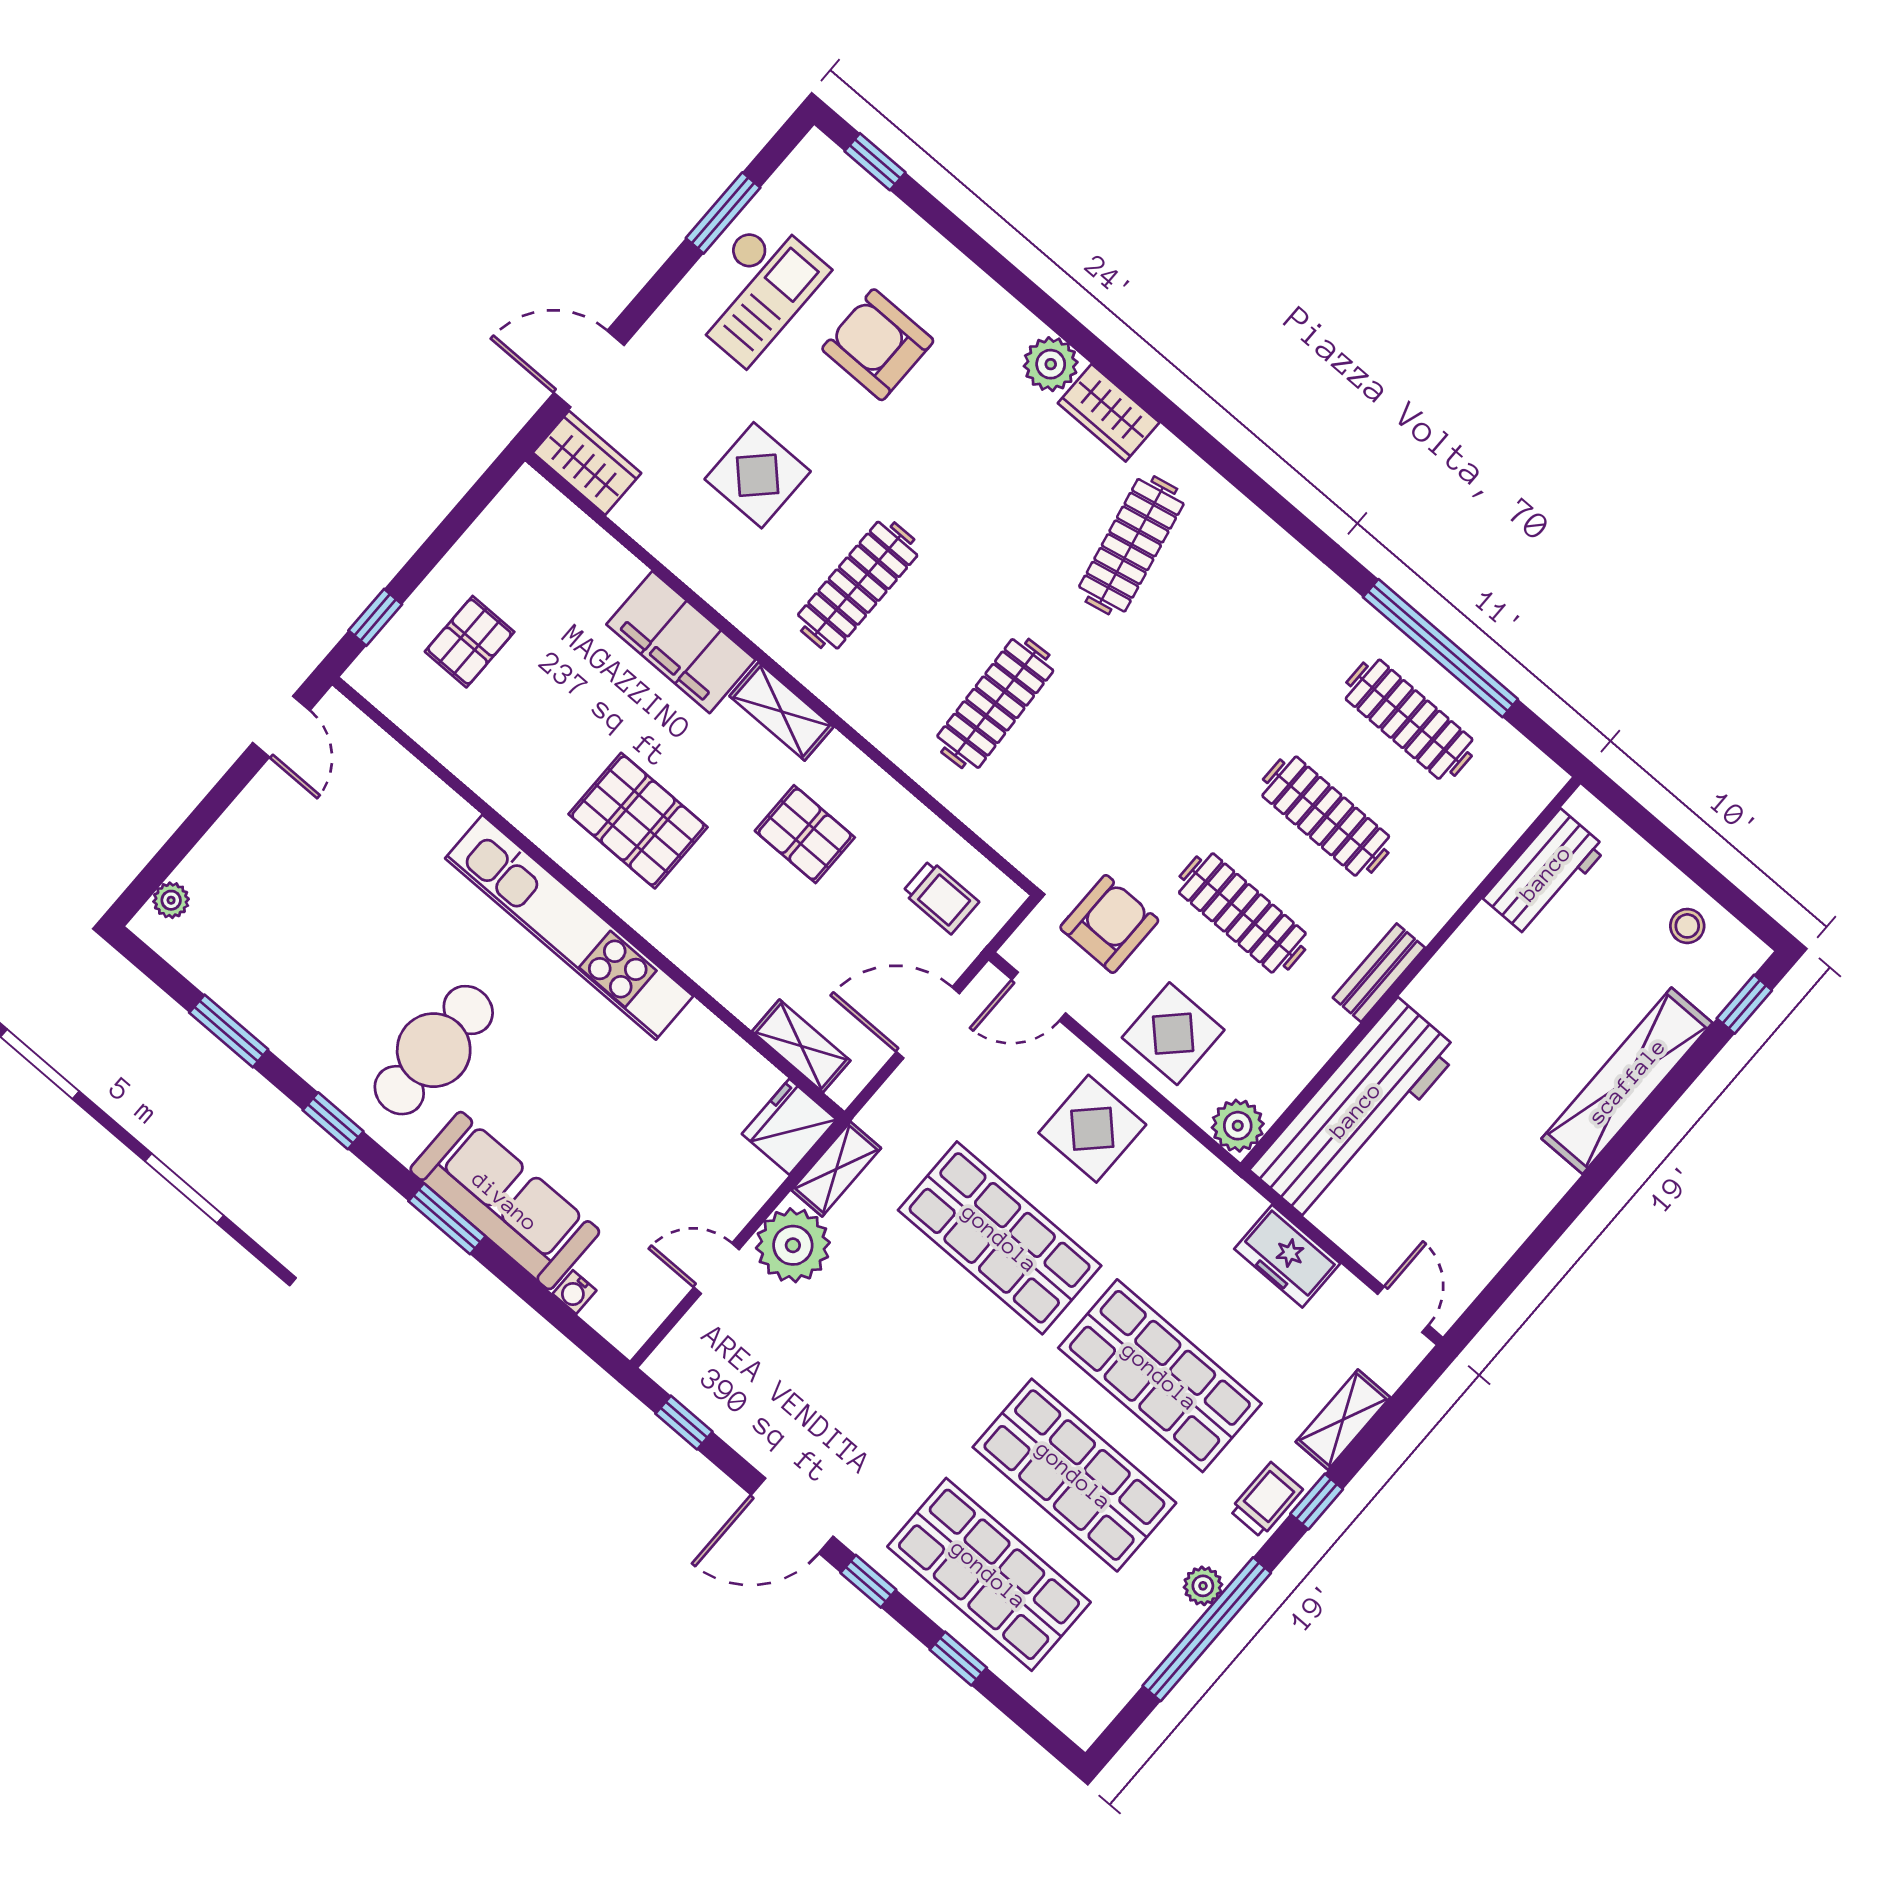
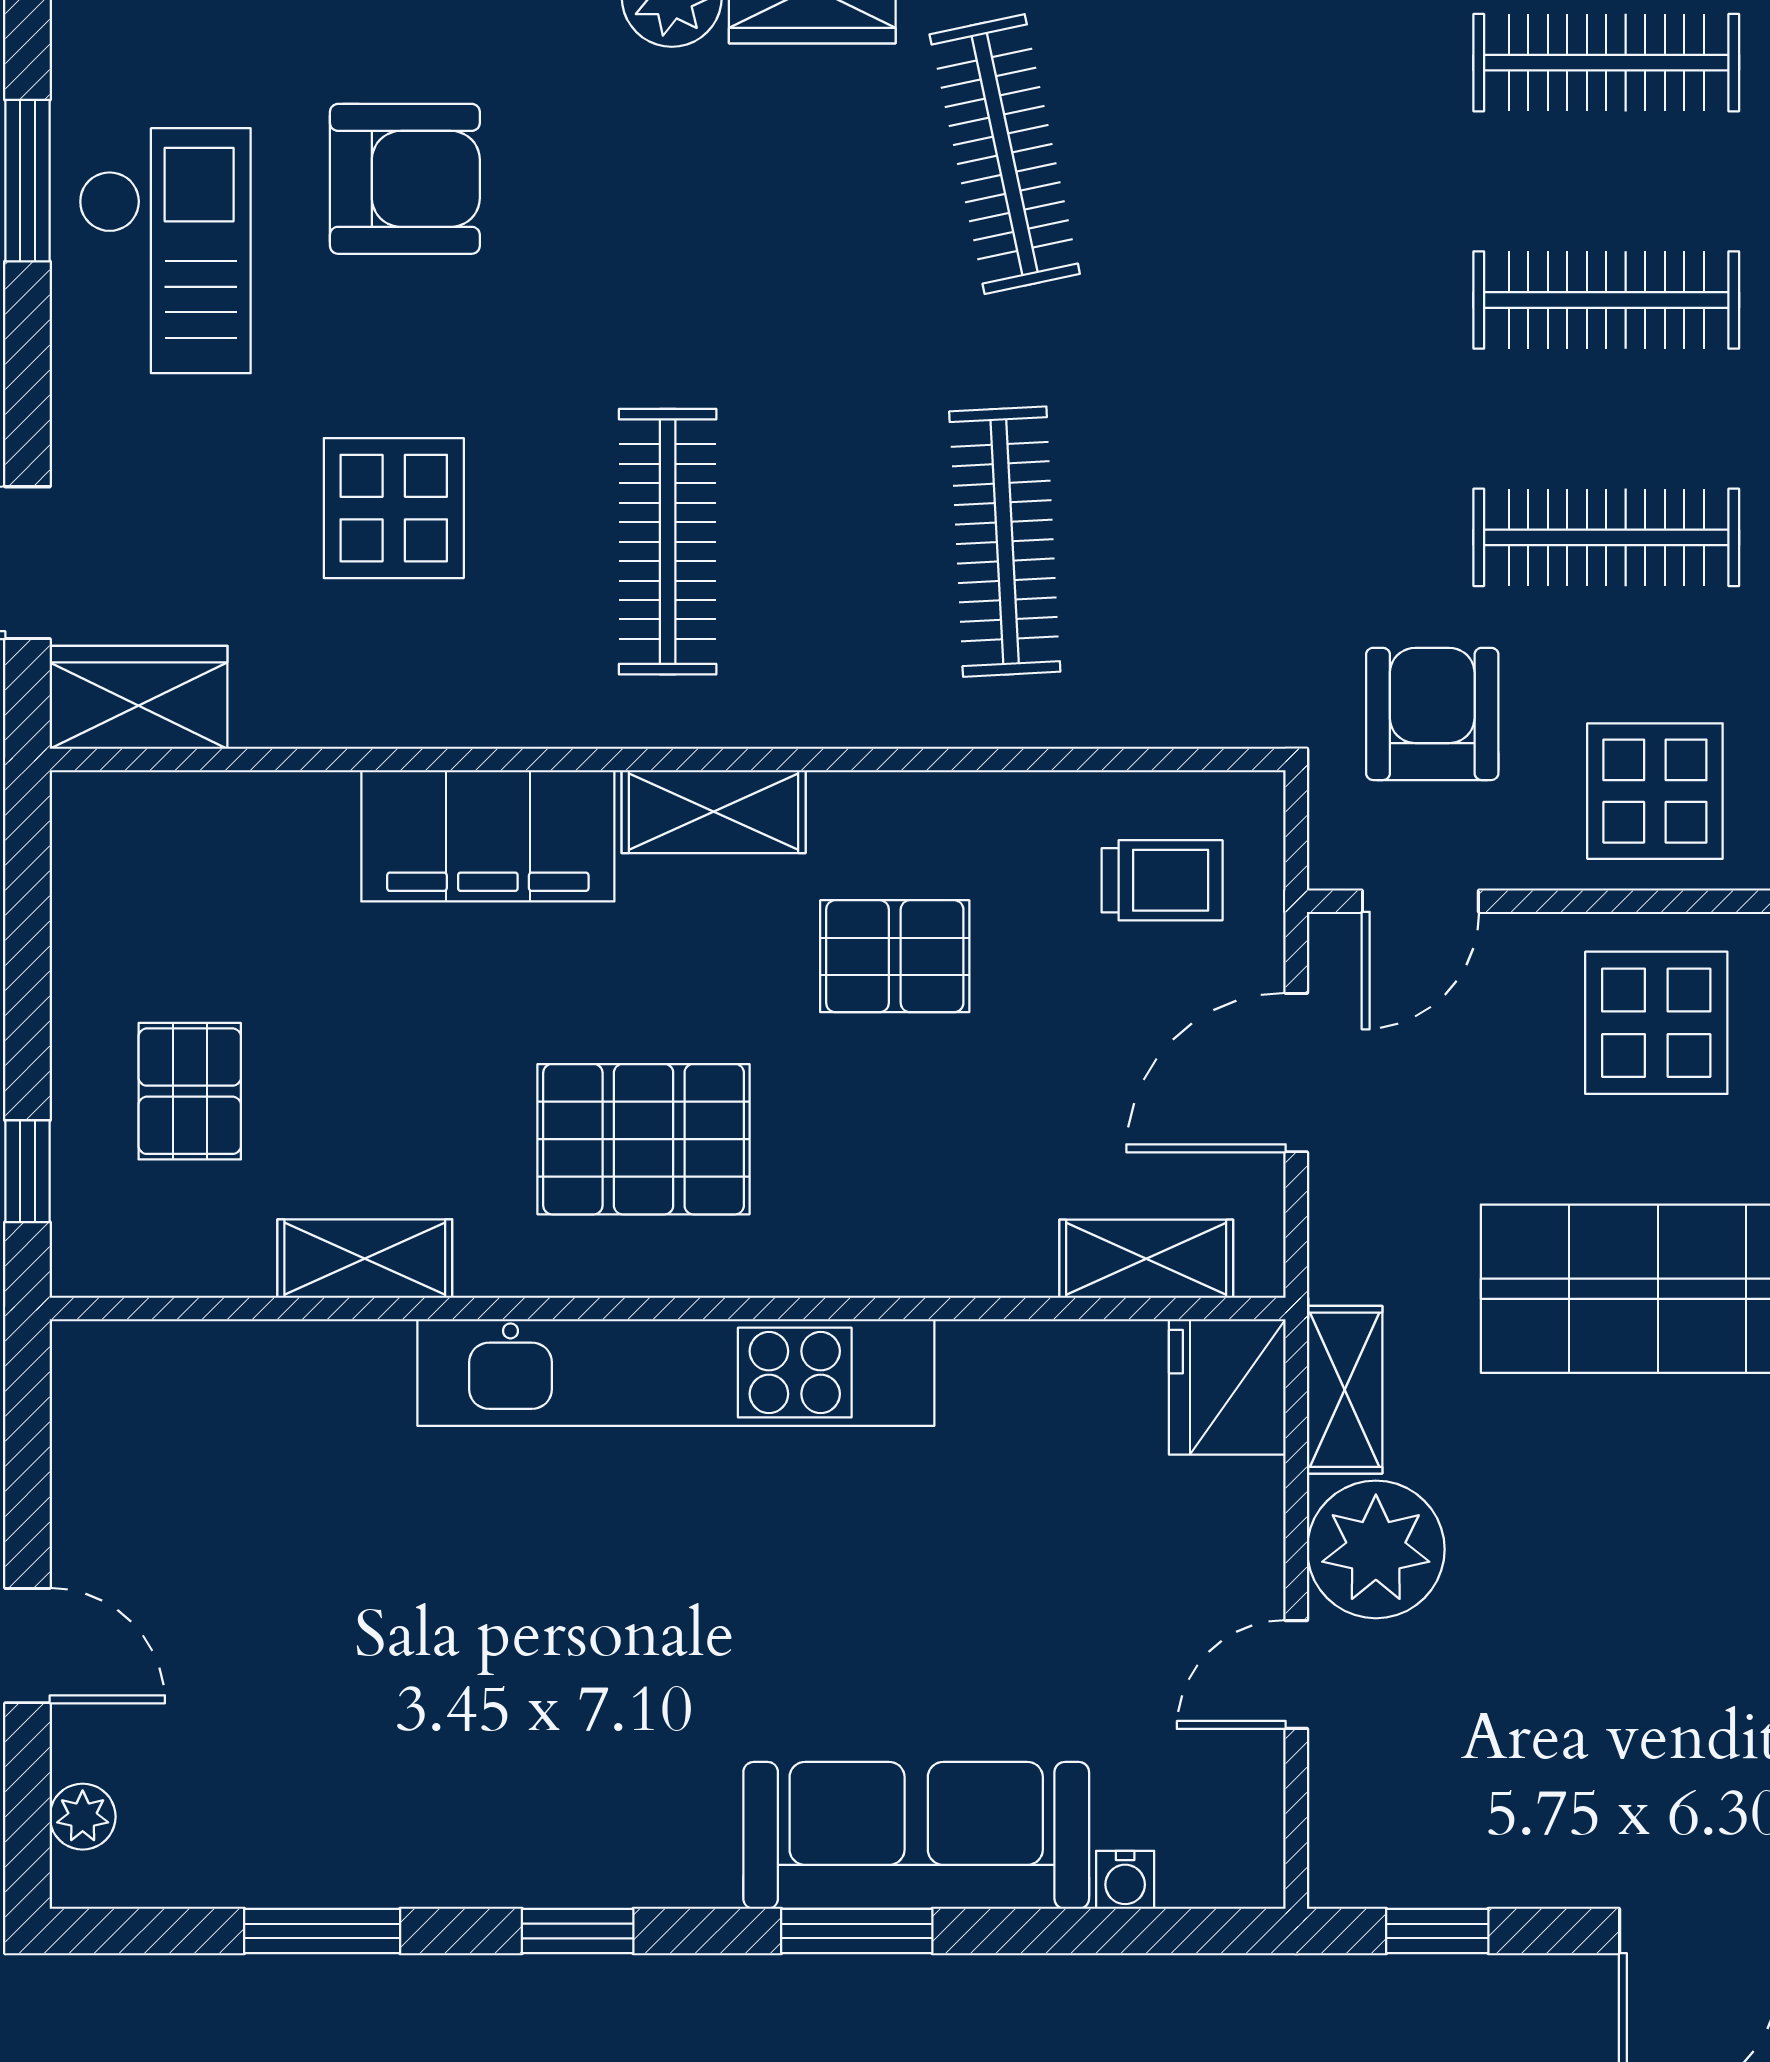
armchair: (878, 345) -> (405, 179), turned 180
door: (281, 727) -> (28, 1646), moved
shelving: (482, 771) -> (365, 1259), added
cafe table: (434, 1050) -> (634, 1710), removed

